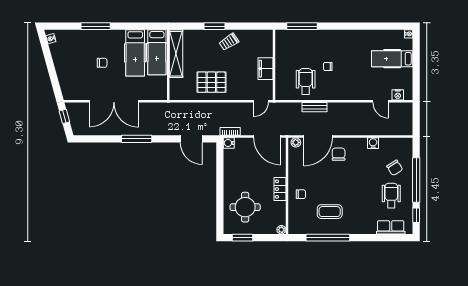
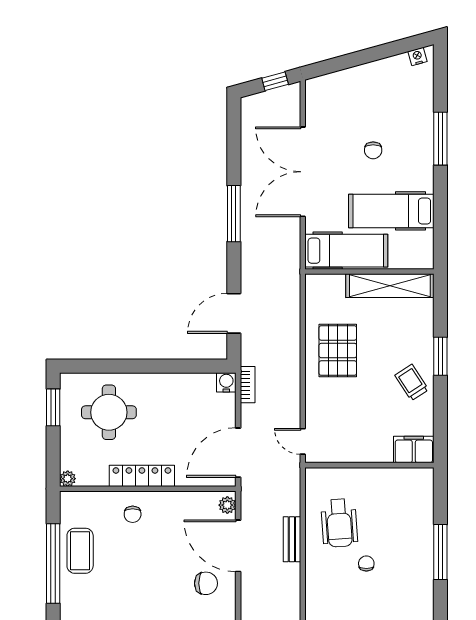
window: (302, 26) -> (440, 552), moved
hospital bed: (157, 52) -> (346, 251), moved, turned 180
filing cabinet: (266, 69) -> (414, 450), moved
wheelchair: (306, 81) -> (339, 523), turned 86
locker: (280, 189) -> (142, 476), width x1.53
coffee table: (330, 212) -> (80, 551), moved

